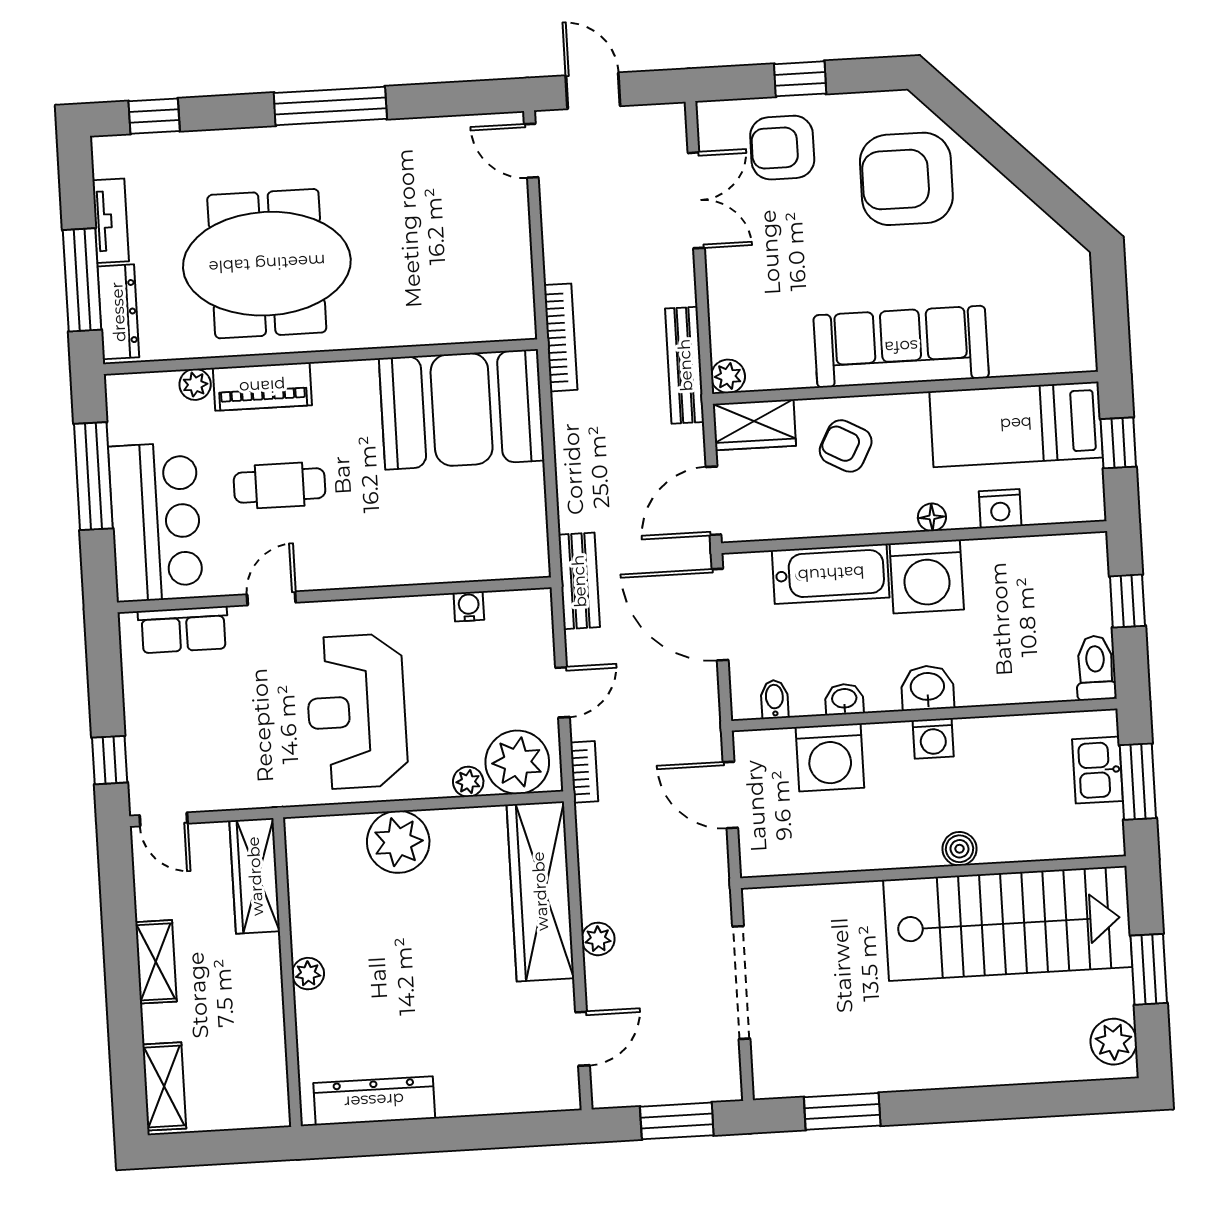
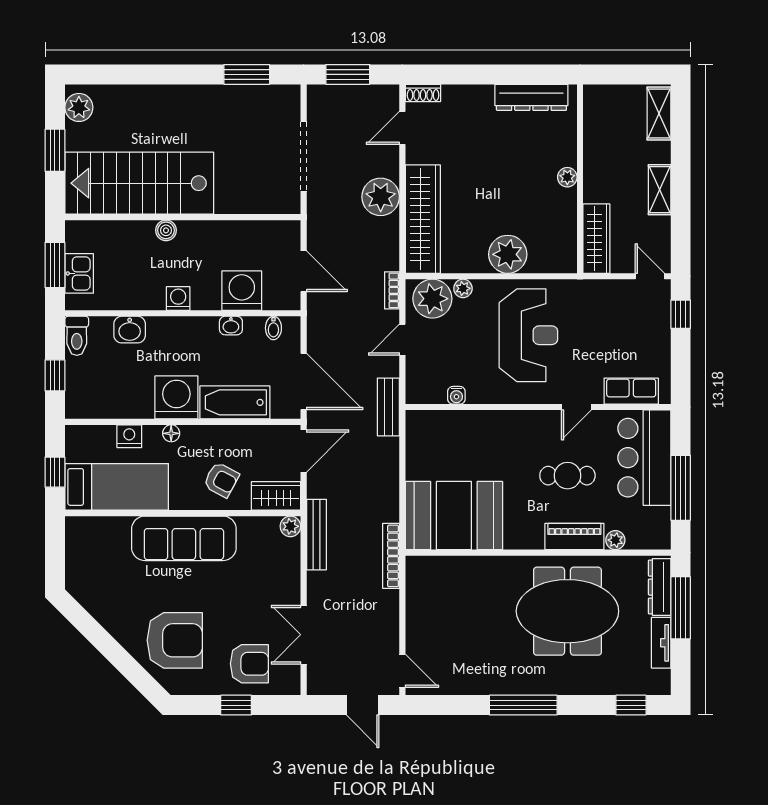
washbasin: (927, 688) -> (130, 330), moved
plant: (598, 939) -> (381, 197), width x1.88, depth x1.88
shoe rack: (552, 1098) -> (423, 93), added

